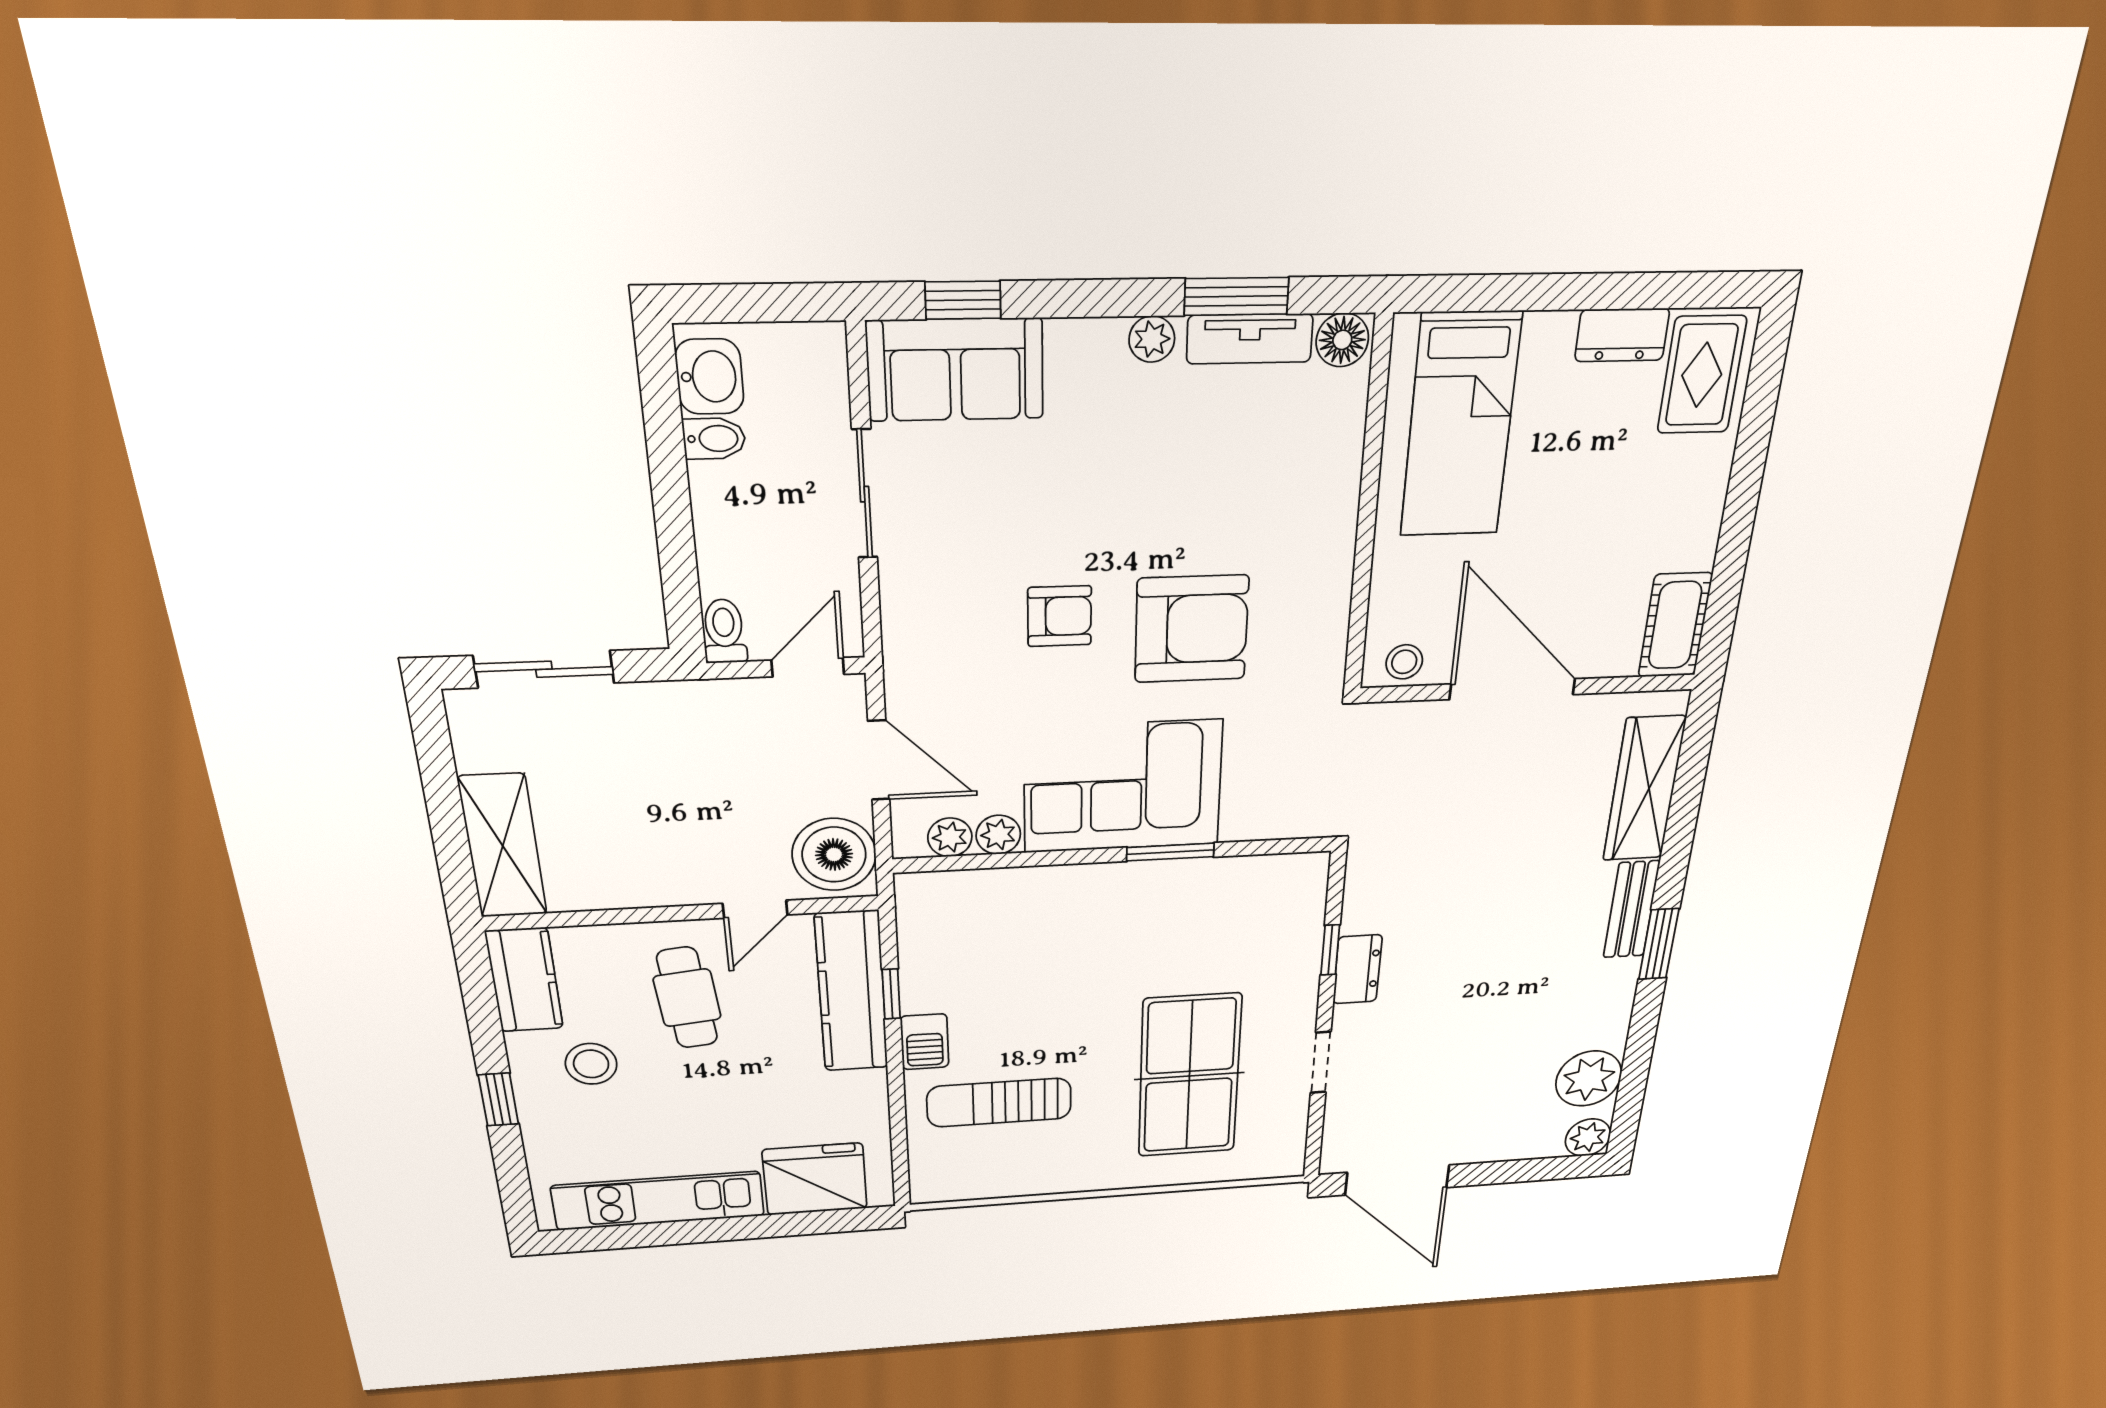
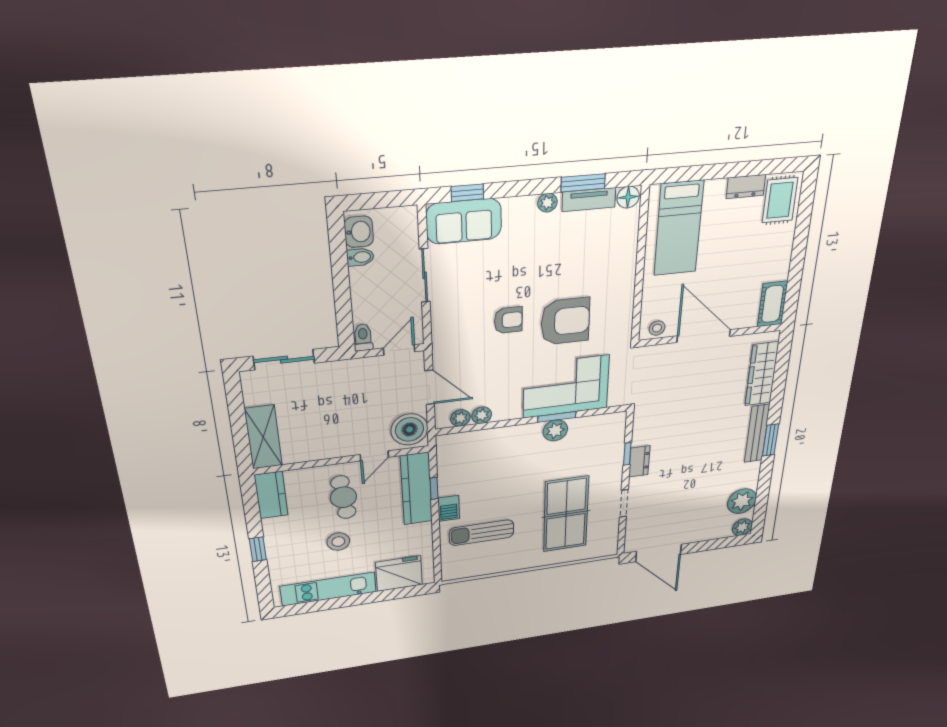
corner sofa: (1123, 786) -> (566, 387), moved
plant: (1167, 883) -> (555, 430), added
bench: (1631, 910) -> (757, 433), width x1.36
stool: (591, 1064) -> (338, 542), moved

